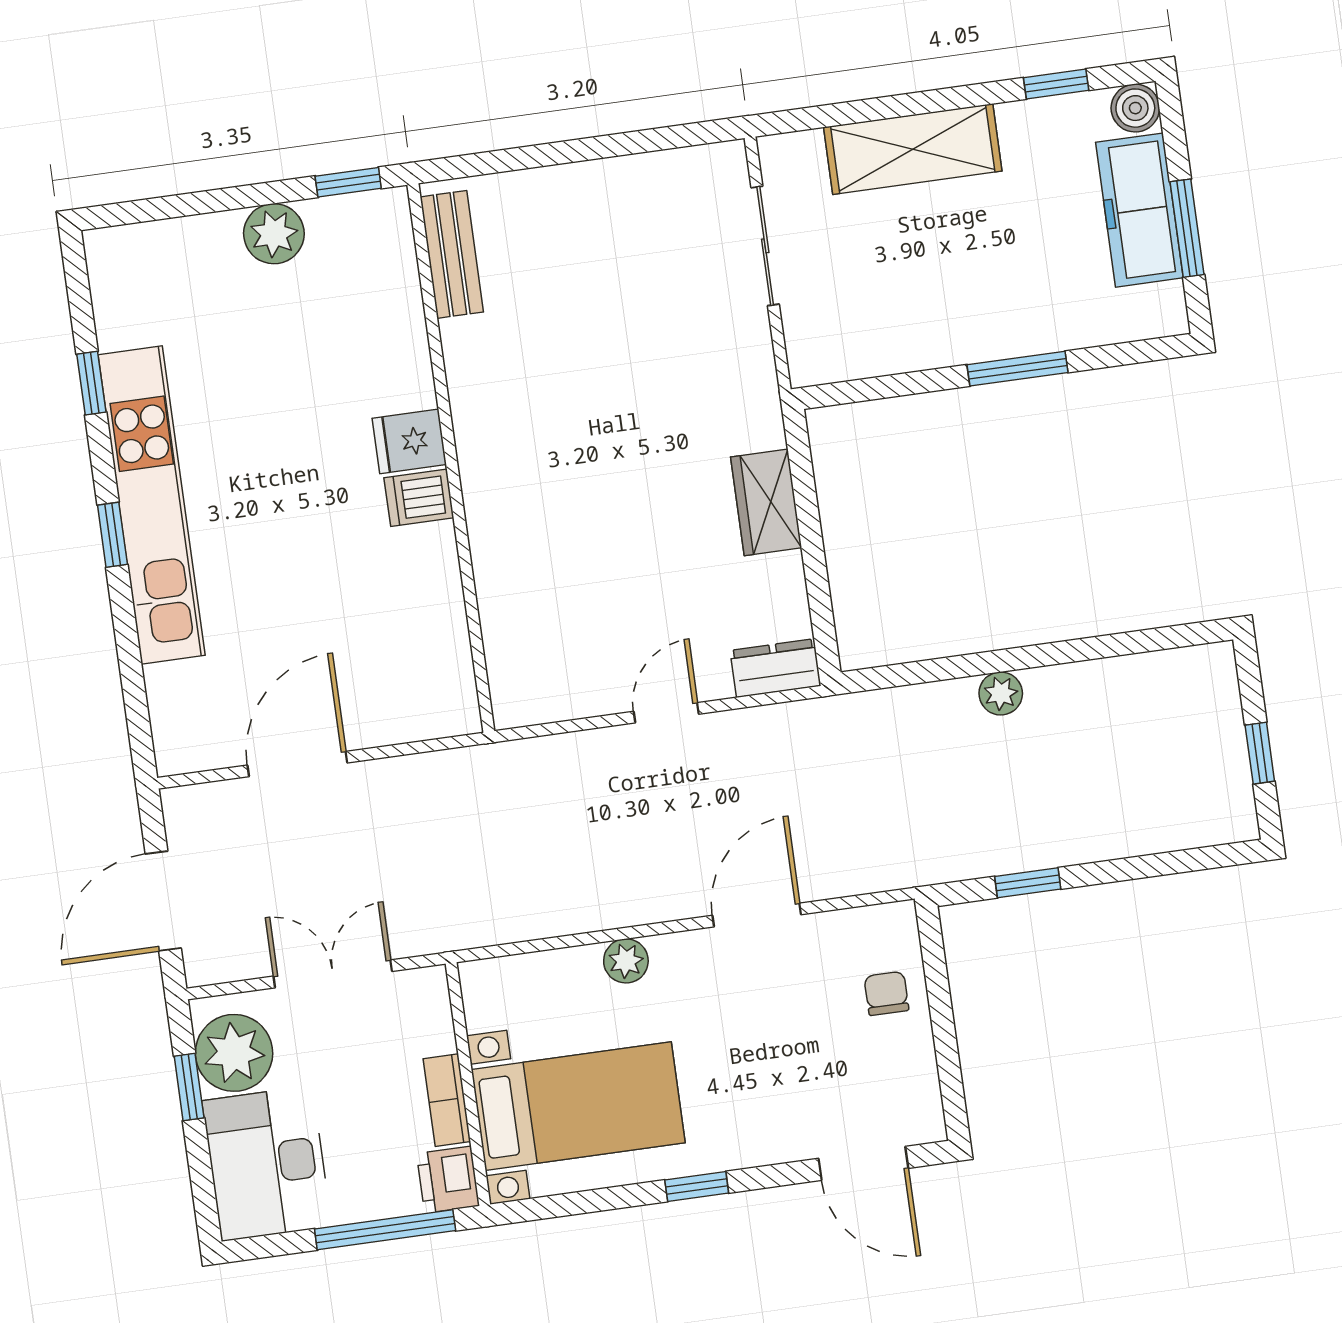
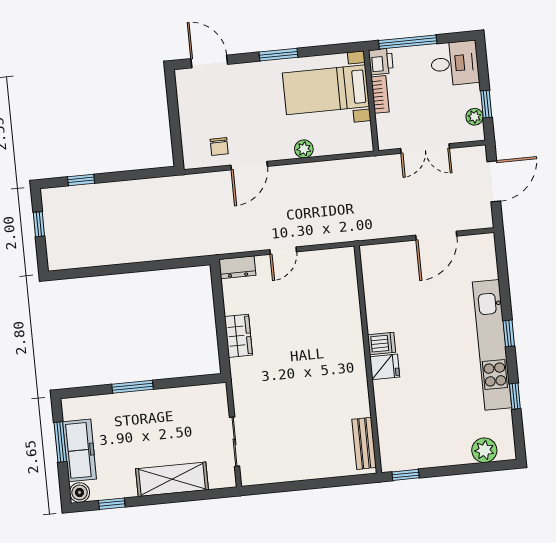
plant: (274, 234) -> (484, 450), moved
plant: (1001, 694) -> (145, 253), removed
window: (1028, 883) -> (81, 180), moved
chair: (886, 993) -> (219, 146), moved
plant: (234, 1053) -> (475, 117), width x0.53, depth x0.53
desk: (267, 1163) -> (455, 63), width x0.73
window: (697, 1187) -> (278, 55), width x1.50

